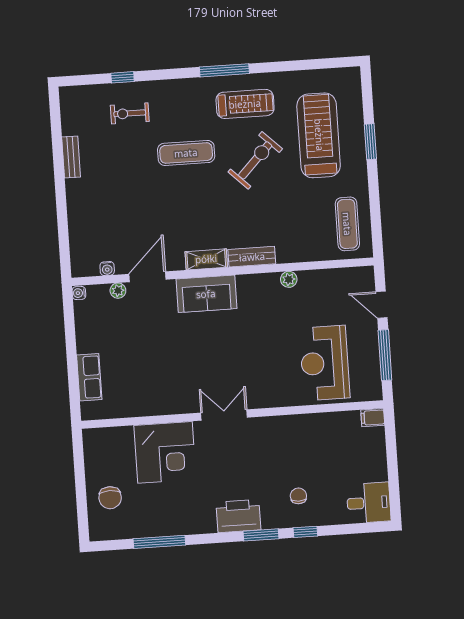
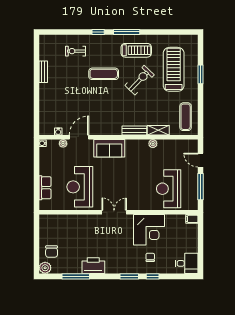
window: (123, 77) -> (98, 32), moved
shelving: (206, 259) -> (158, 130), moved
reception desk: (155, 371) -> (80, 187), added
corner desk: (165, 452) -> (149, 230), moved
printer: (238, 516) -> (93, 266), moved
plant: (100, 529) -> (45, 268), added

